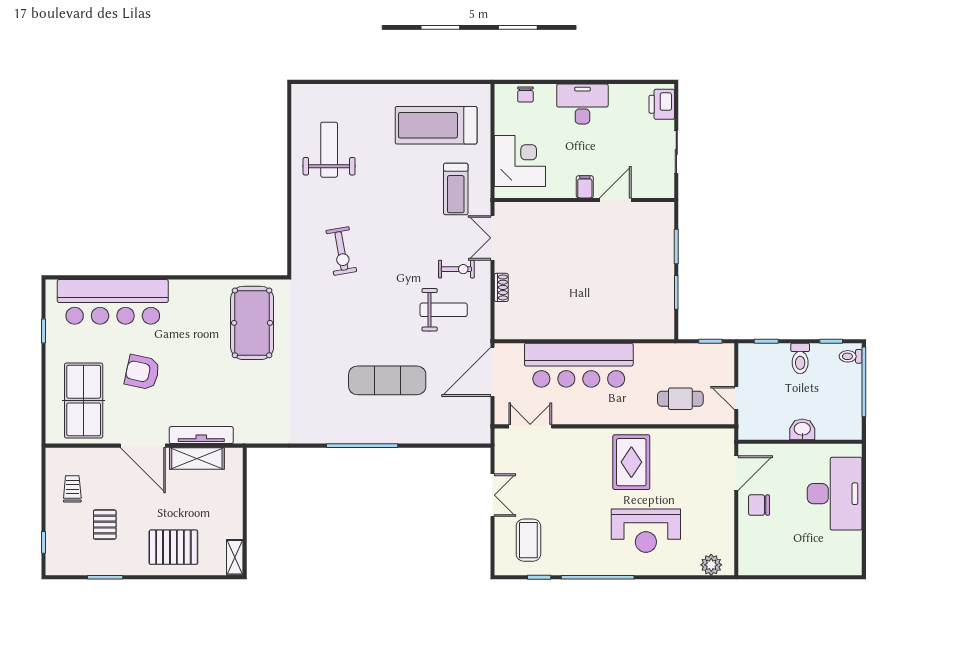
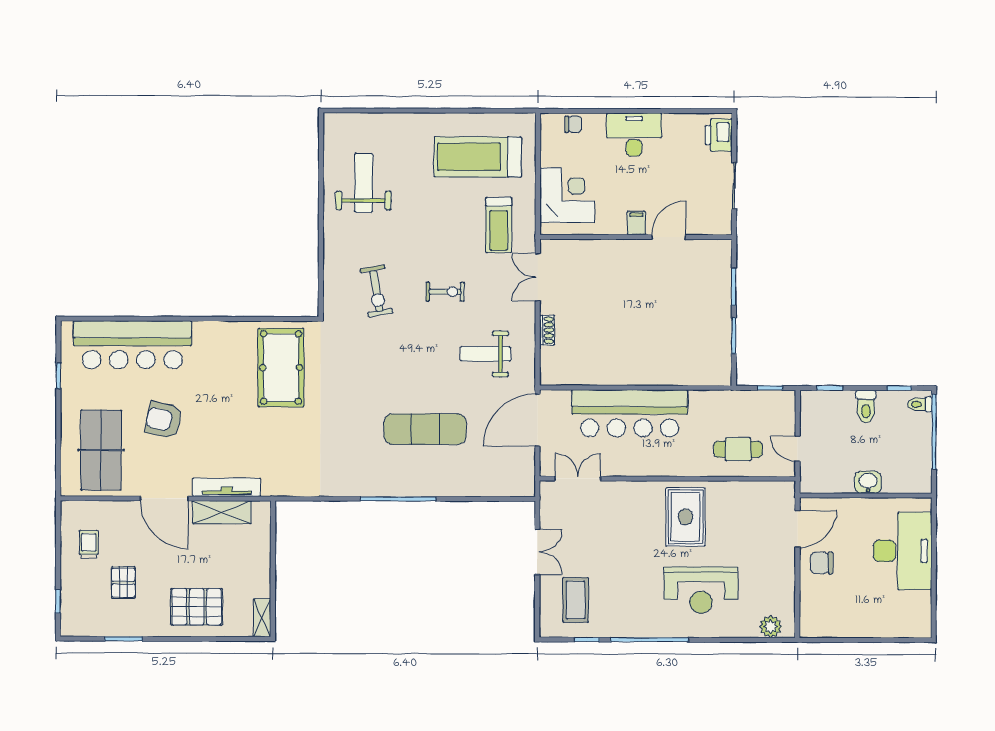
chair: (525, 94) -> (573, 124), turned -90
exercise bike: (456, 269) -> (445, 292), moved
weight bench: (444, 310) -> (485, 354), turned 180

